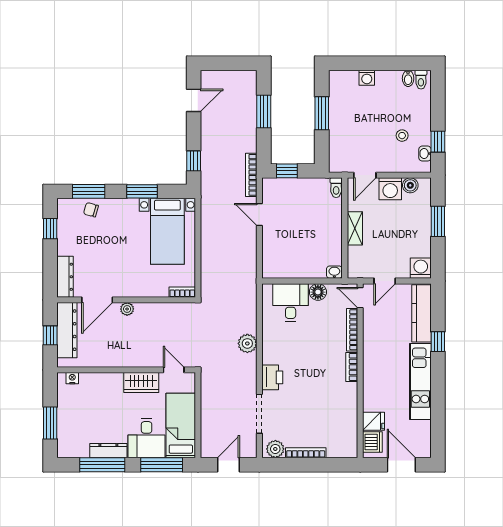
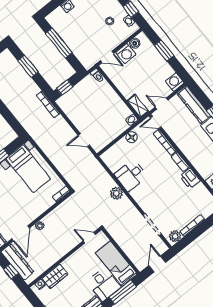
window: (322, 113) -> (59, 43), width x1.44
window: (194, 161) -> (12, 121), removed
door: (365, 175) -> (107, 57), hinge flipped
door: (259, 215) -> (84, 140), moved
shelving: (355, 228) -> (138, 106), moved
door: (385, 281) -> (161, 104), swing flipped
desk: (291, 303) -> (131, 175), moved, turned -90
printer: (272, 377) -> (190, 178), moved, turned 180
wardrobe: (141, 383) -> (55, 276), moved

